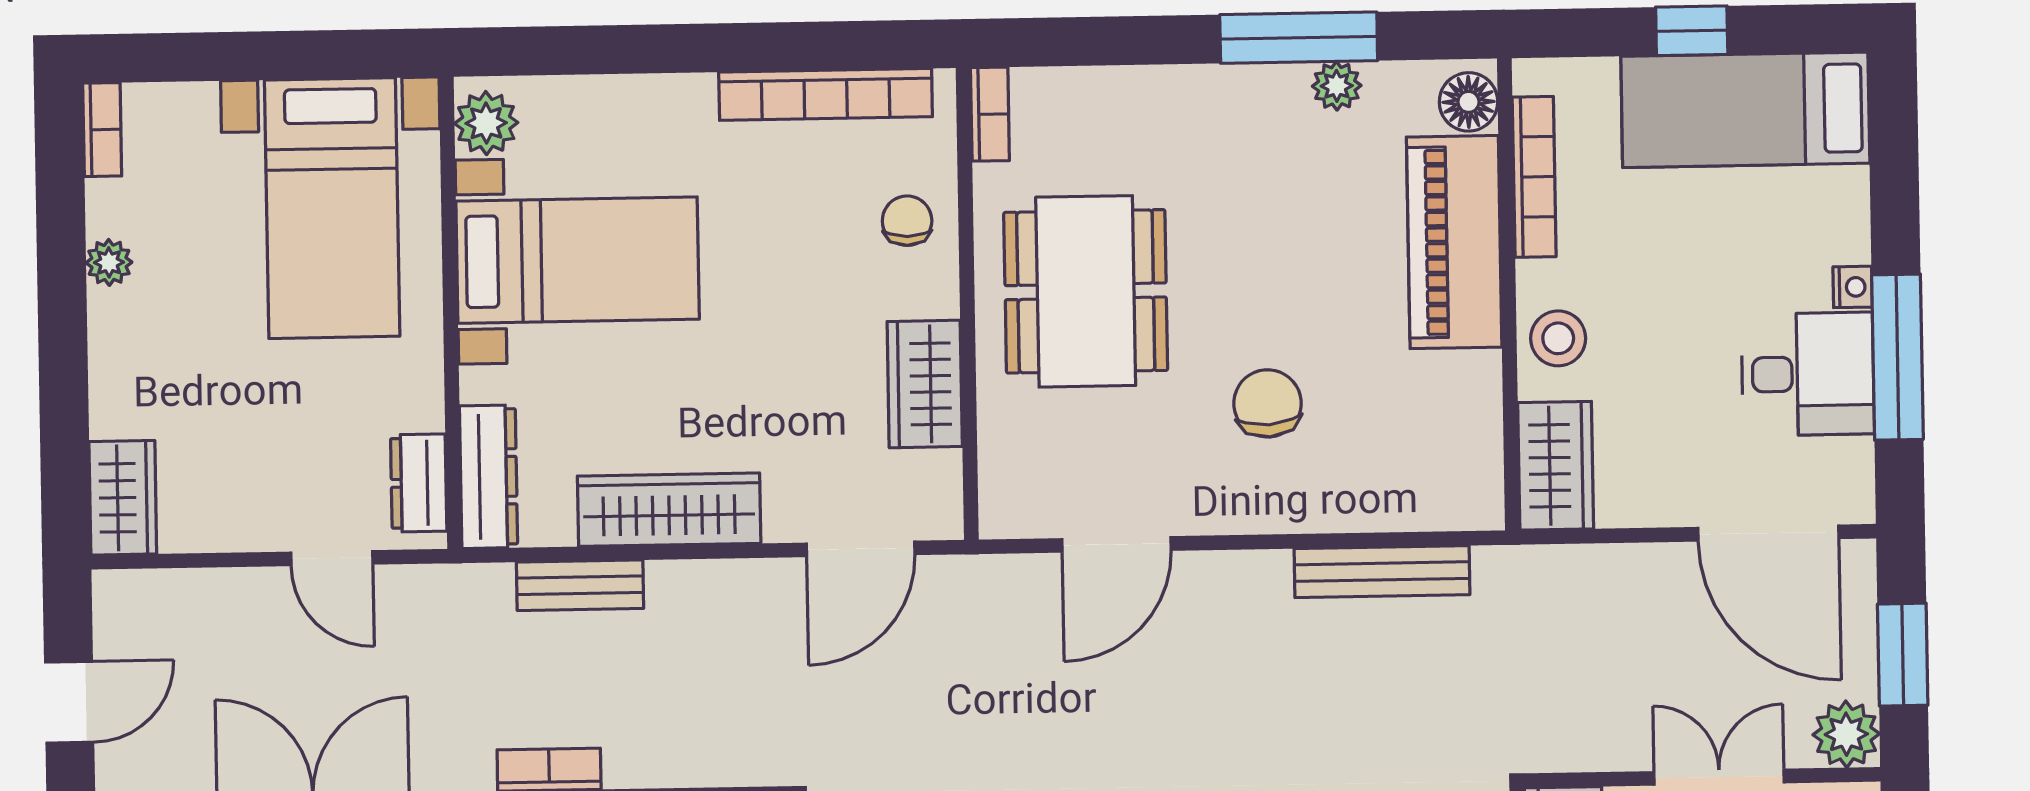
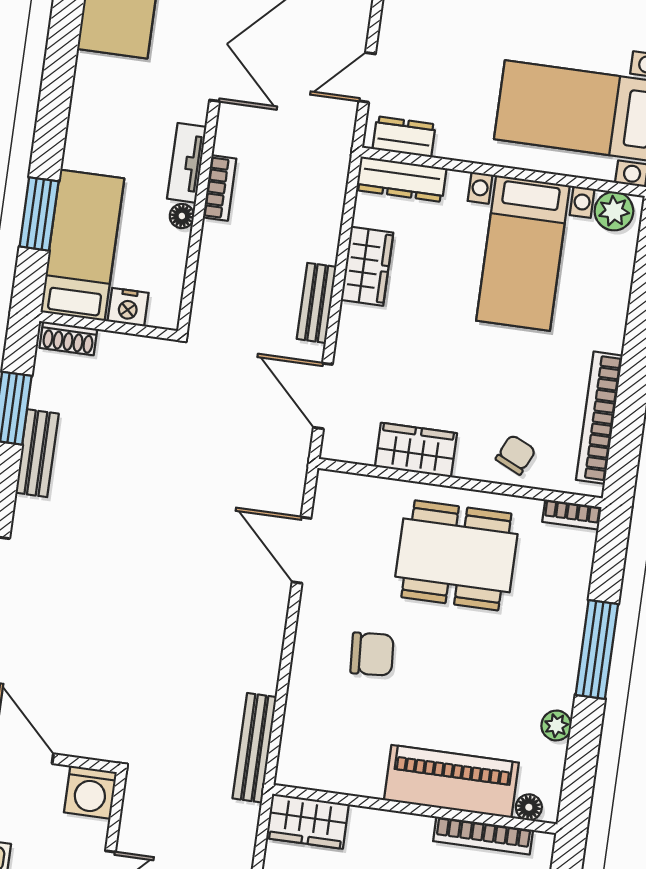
window: (1299, 38) -> (597, 650), moved
floor lamp: (1468, 102) -> (529, 807), width x0.73, depth x0.73
chair: (907, 221) -> (516, 455), turned -65
stool: (1558, 338) -> (384, 835), removed
wardrobe: (669, 510) -> (367, 266), width x0.67
bench: (1382, 572) -> (255, 748), moved
bench: (580, 585) -> (317, 303), moved

